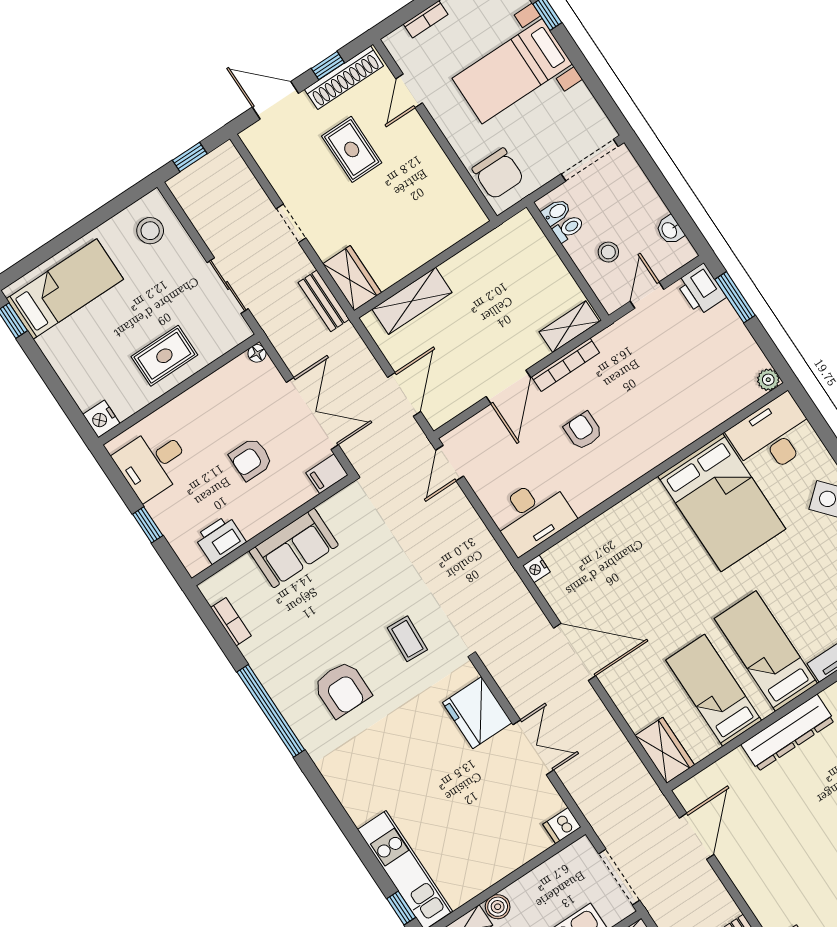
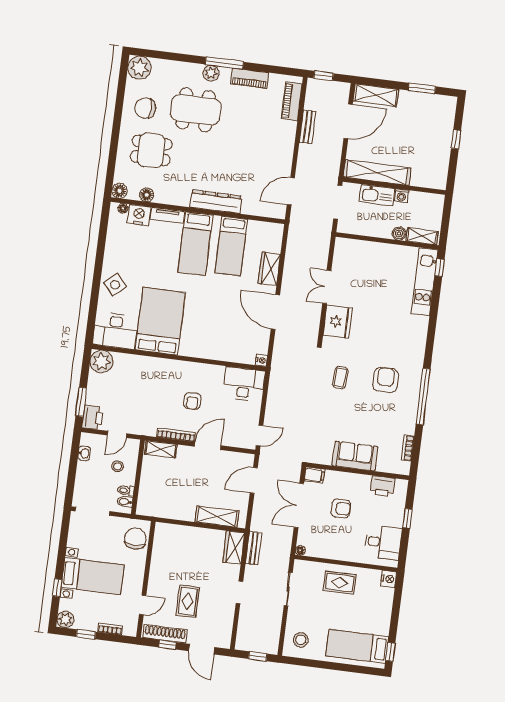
plant: (768, 380) -> (101, 362), width x1.87, depth x1.87
wardrobe: (665, 750) -> (269, 269), moved
dishwasher: (562, 826) -> (343, 244), removed

